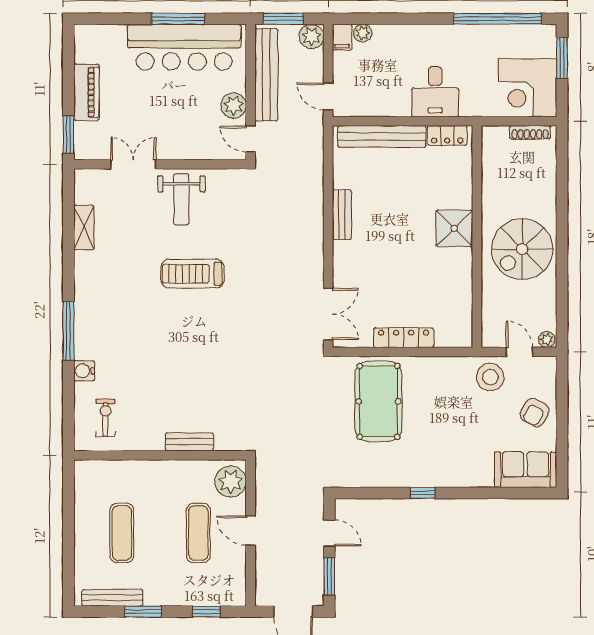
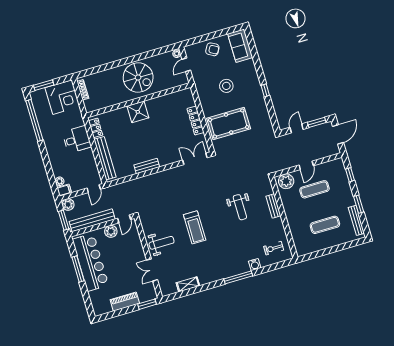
weight bench: (206, 375) -> (240, 207), added
stool: (490, 377) -> (226, 86), moved

